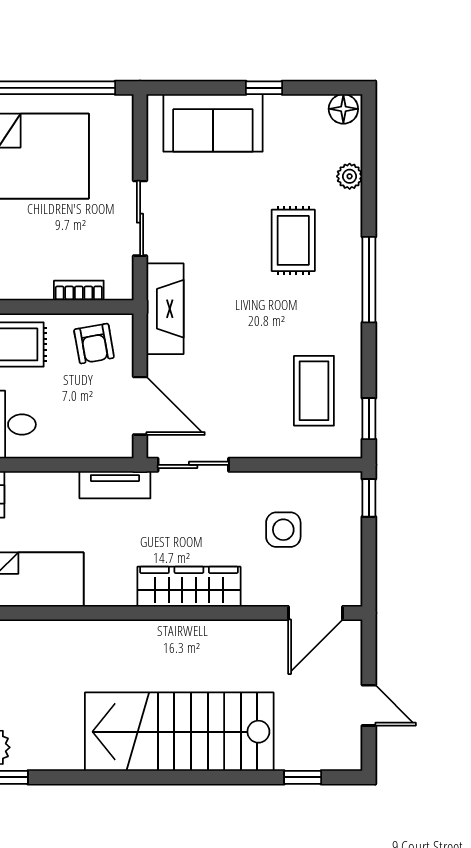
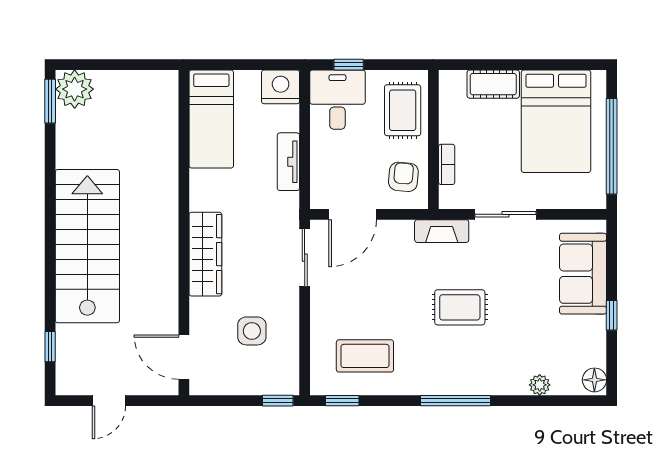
rug: (293, 240) -> (460, 307), moved
fireplace: (165, 309) -> (442, 231), width x0.73, depth x0.76
armchair: (94, 344) -> (403, 177), turned 105
tv unit: (115, 485) -> (288, 162), moved

